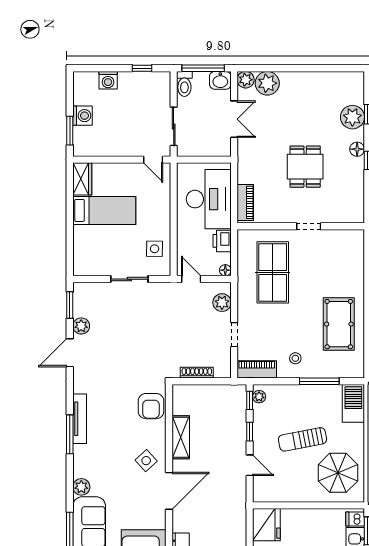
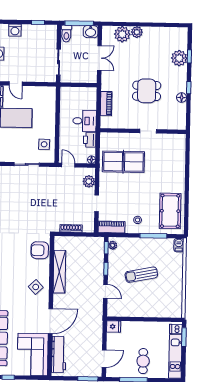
plant: (246, 80) -> (137, 32), moved
floor lamp: (357, 149) -> (182, 98), moved
door: (153, 160) -> (16, 84), moved
dining table: (305, 167) -> (147, 91), turned 90
desk: (209, 199) -> (85, 121), width x0.53, depth x0.77
piano: (245, 202) -> (106, 104), moved
table tennis table: (273, 272) -> (123, 162), turned 90
pool table: (339, 324) -> (170, 211), moved
barbecue: (353, 403) -> (179, 245), width x0.53, depth x0.65
armchair: (151, 406) -> (40, 250), turned 90
shelving: (181, 437) -> (59, 272), width x1.47
parasol: (338, 473) -> (165, 298), removed
door: (169, 491) -> (50, 321), moved
fridge: (266, 525) -> (114, 327), width x0.53, depth x0.75

